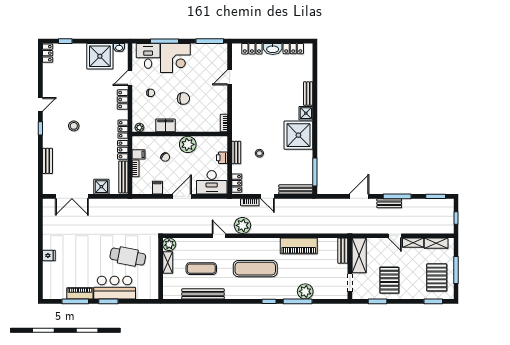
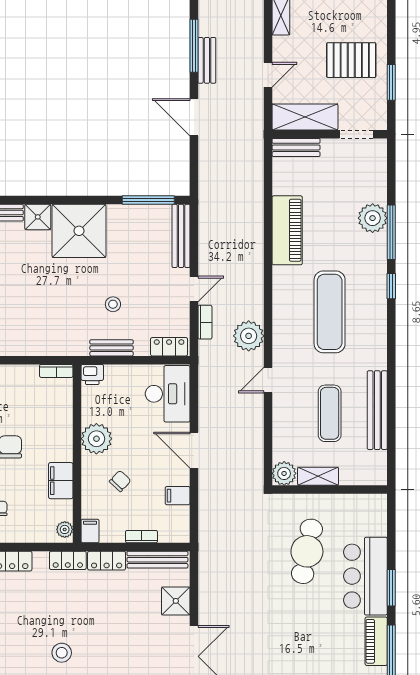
filing cabinet: (139, 154) -> (90, 531), moved
printer: (222, 158) -> (92, 374), moved
door: (395, 236) -> (268, 75), moved

